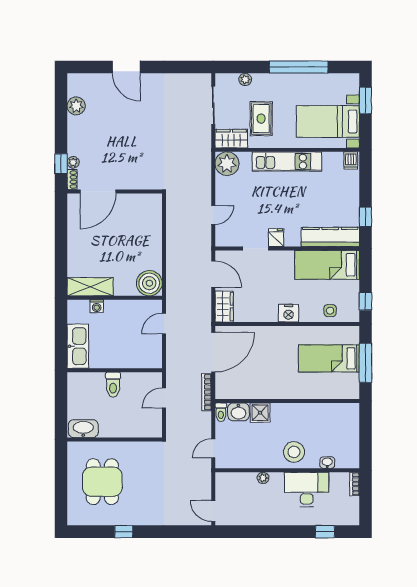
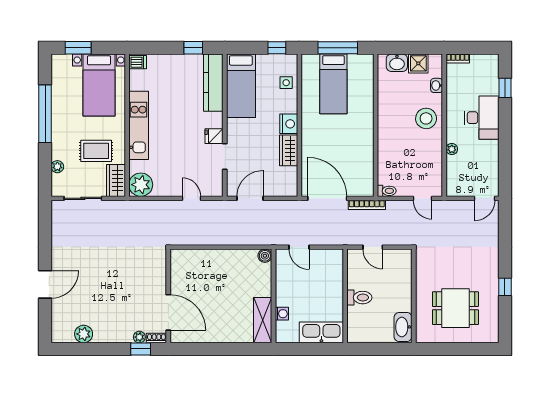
boiler: (149, 283) -> (265, 256), width x0.54, depth x0.54
wardrobe: (224, 307) -> (289, 150), moved, turned -90
washbasin: (238, 412) -> (397, 63), moved, turned 90
shower: (260, 413) -> (418, 63), moved
desk: (307, 490) -> (482, 118), moved, turned 180

